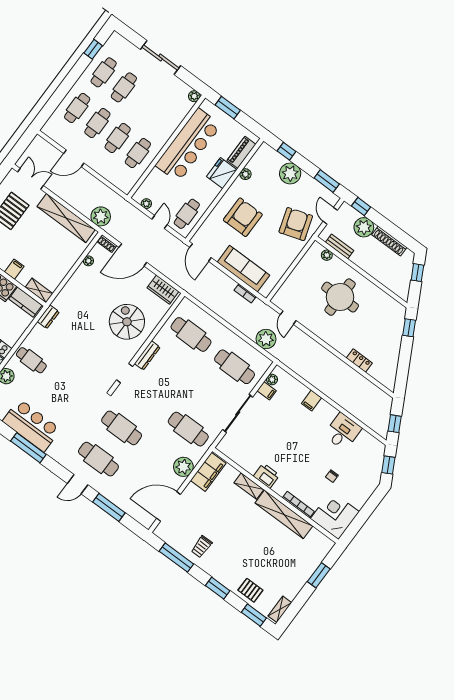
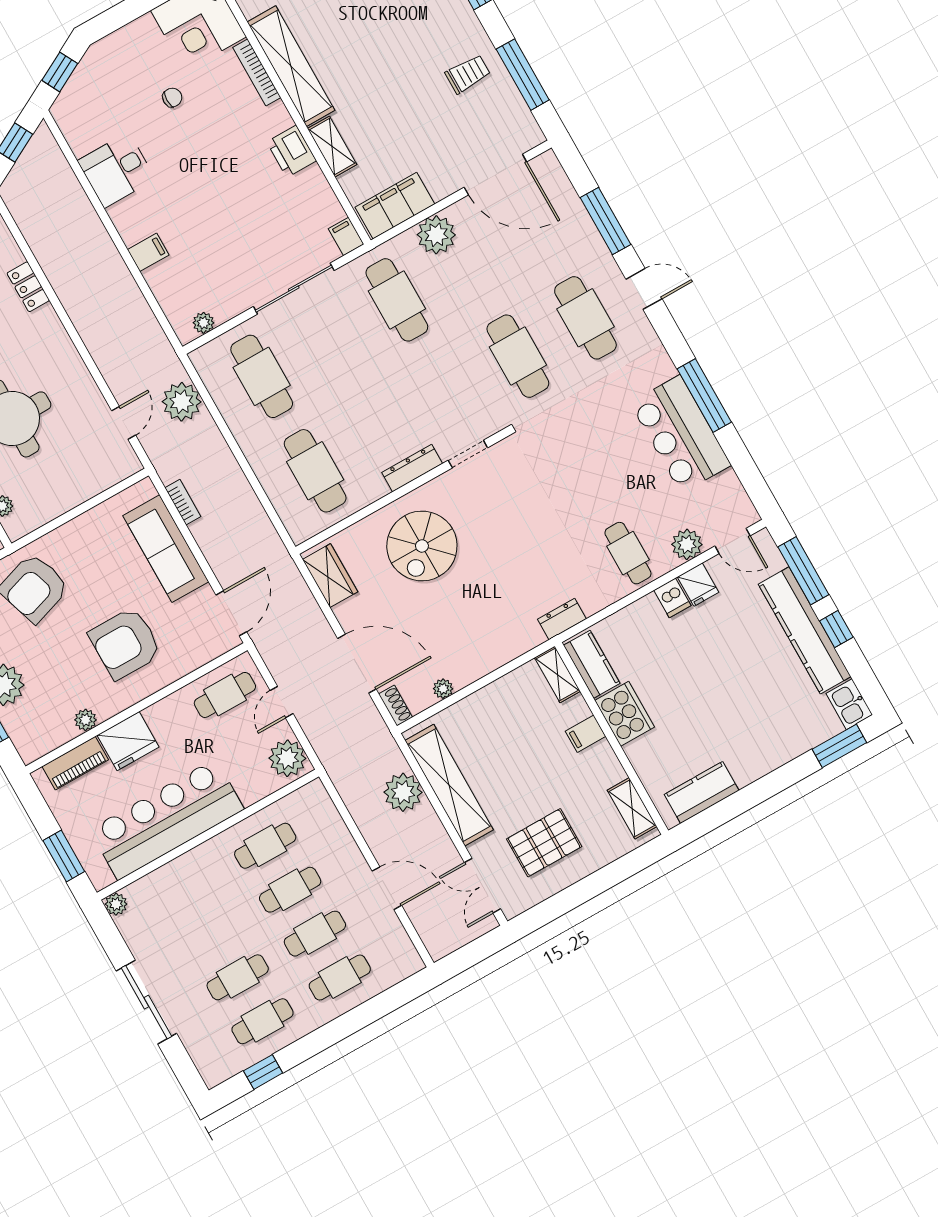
plant: (146, 204) -> (287, 758), width x1.88, depth x1.88
plant: (101, 216) -> (403, 792), moved
filing cabinet: (267, 391) -> (346, 237), moved

